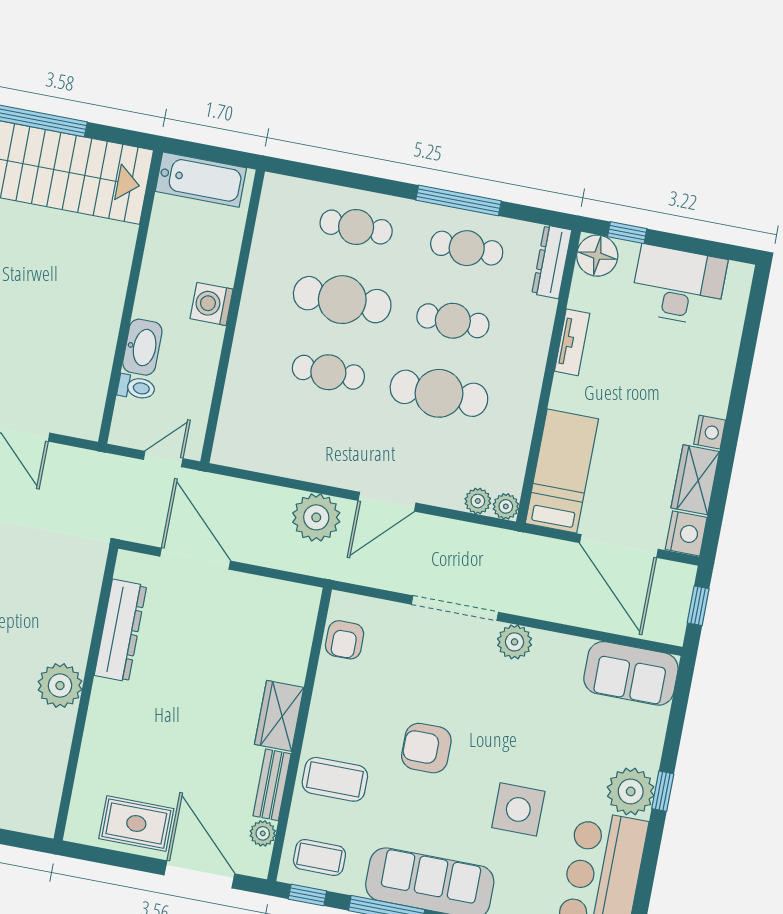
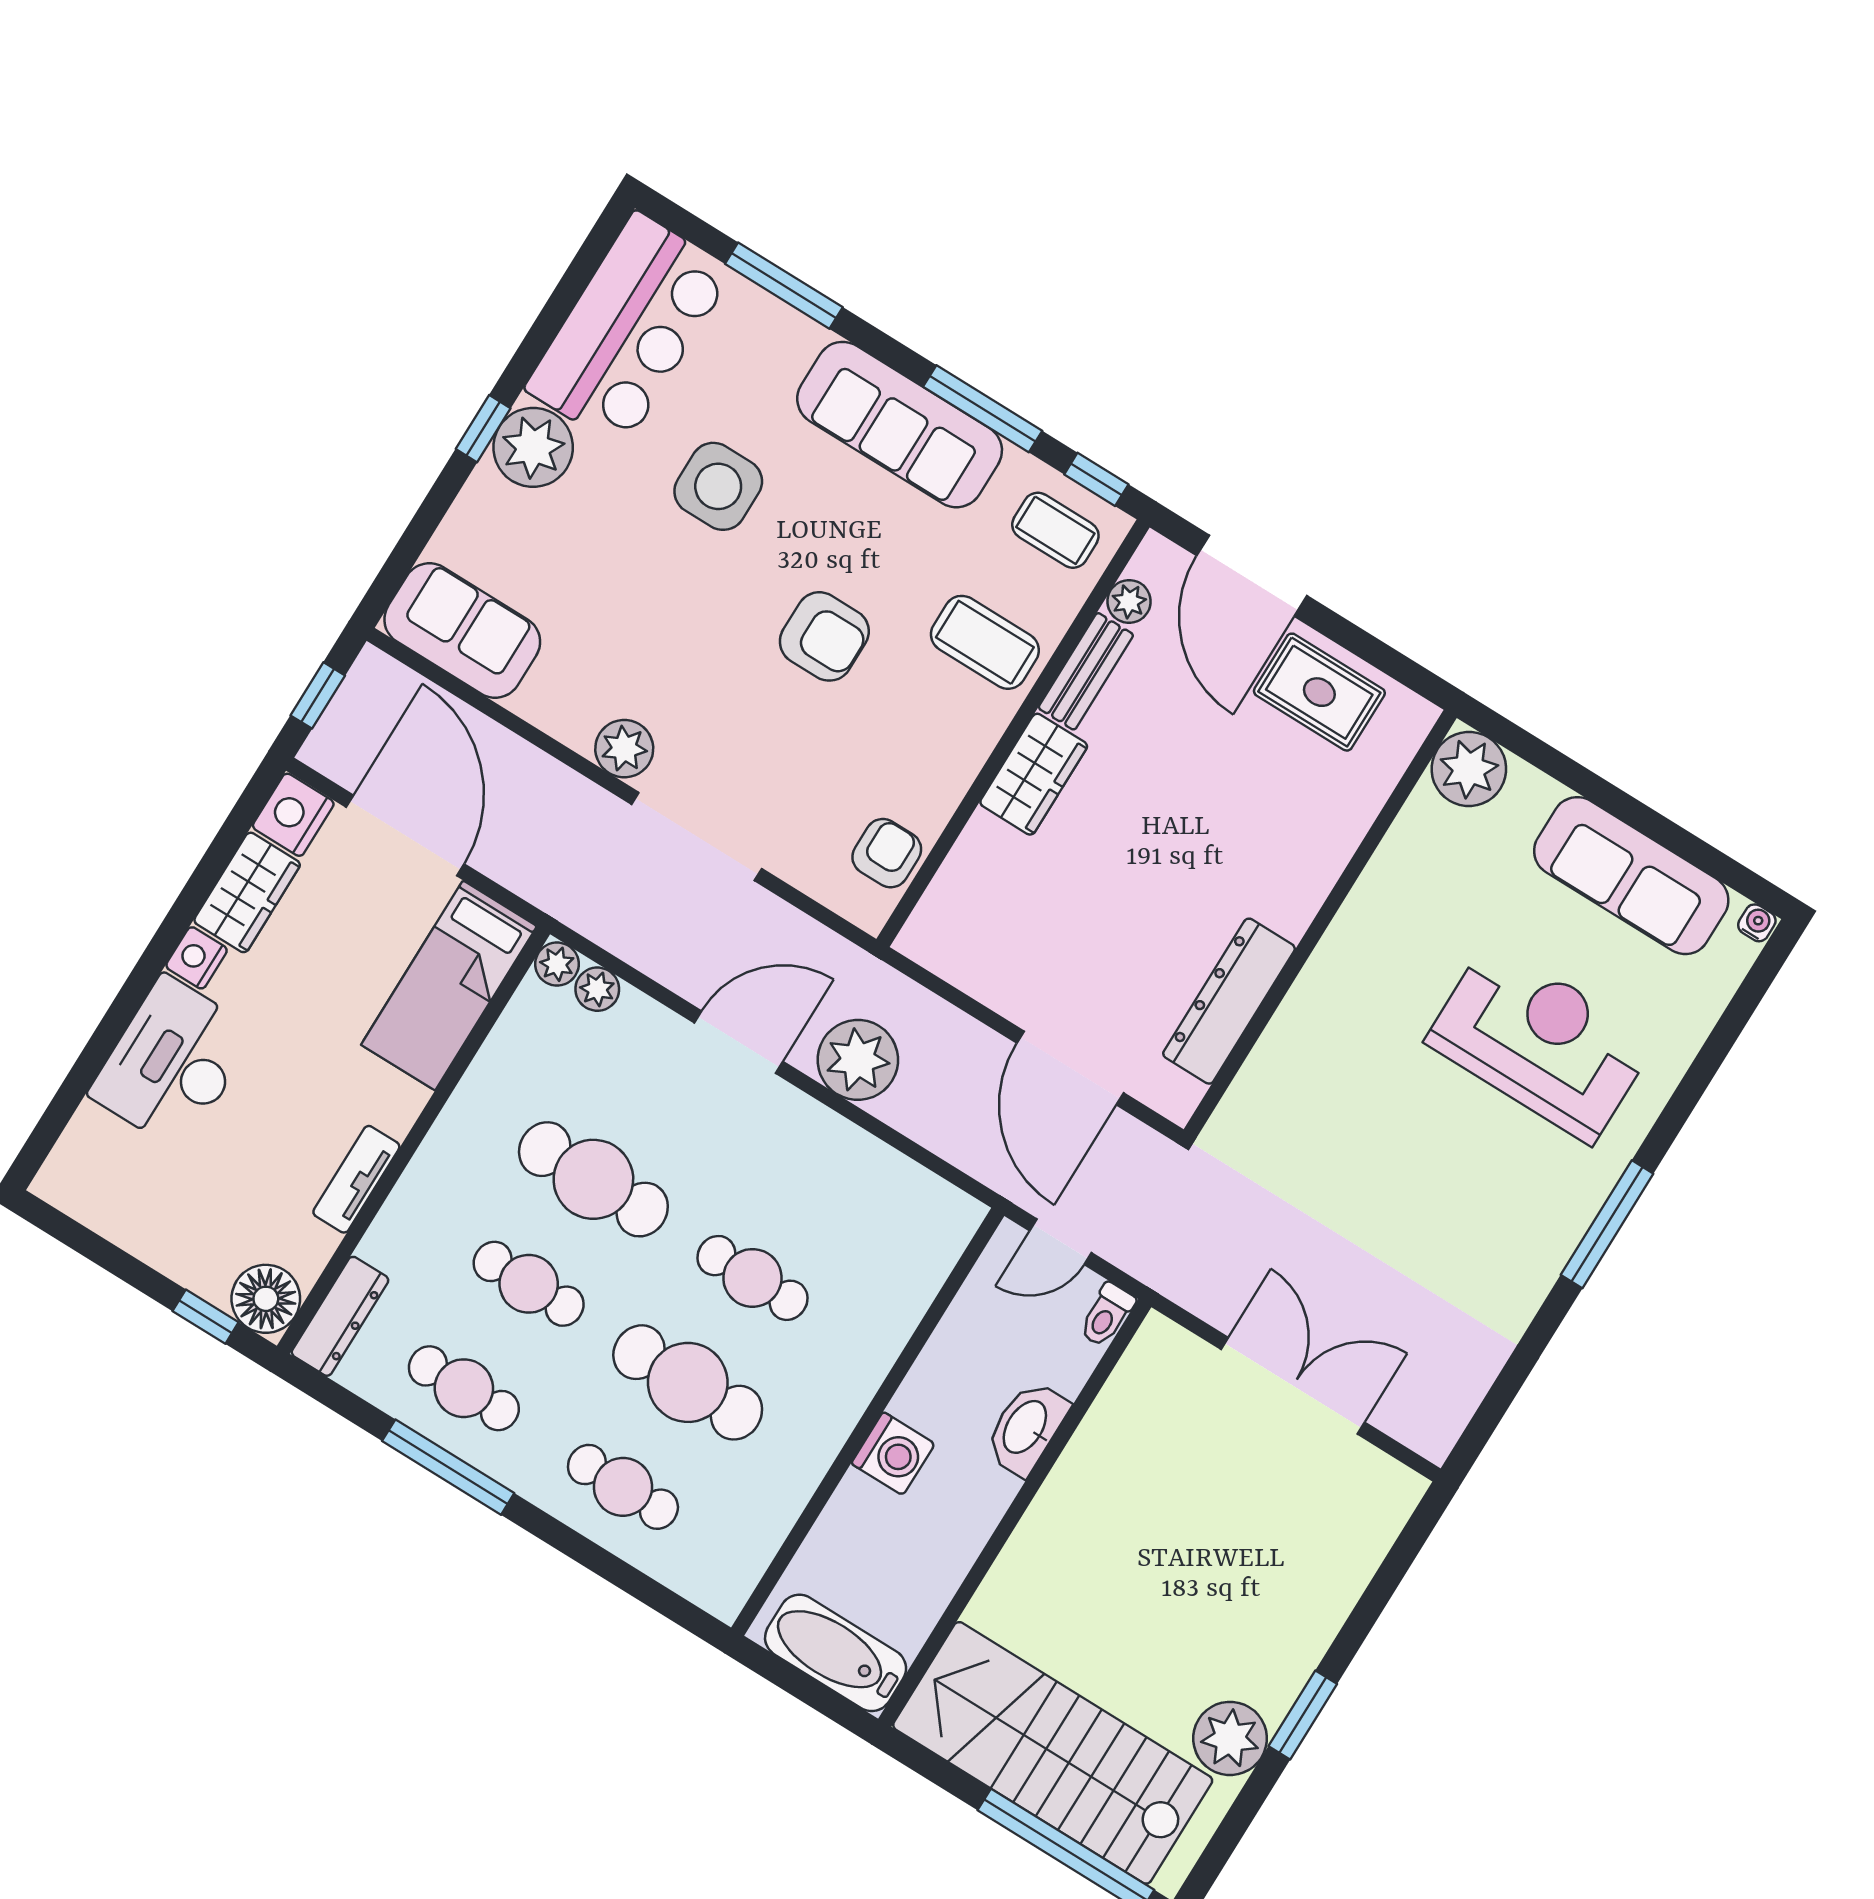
desk: (679, 286) -> (173, 1063), moved, turned 90
toilet: (136, 387) -> (1107, 1315), moved, turned -90
plant: (60, 686) -> (1469, 769), moved

